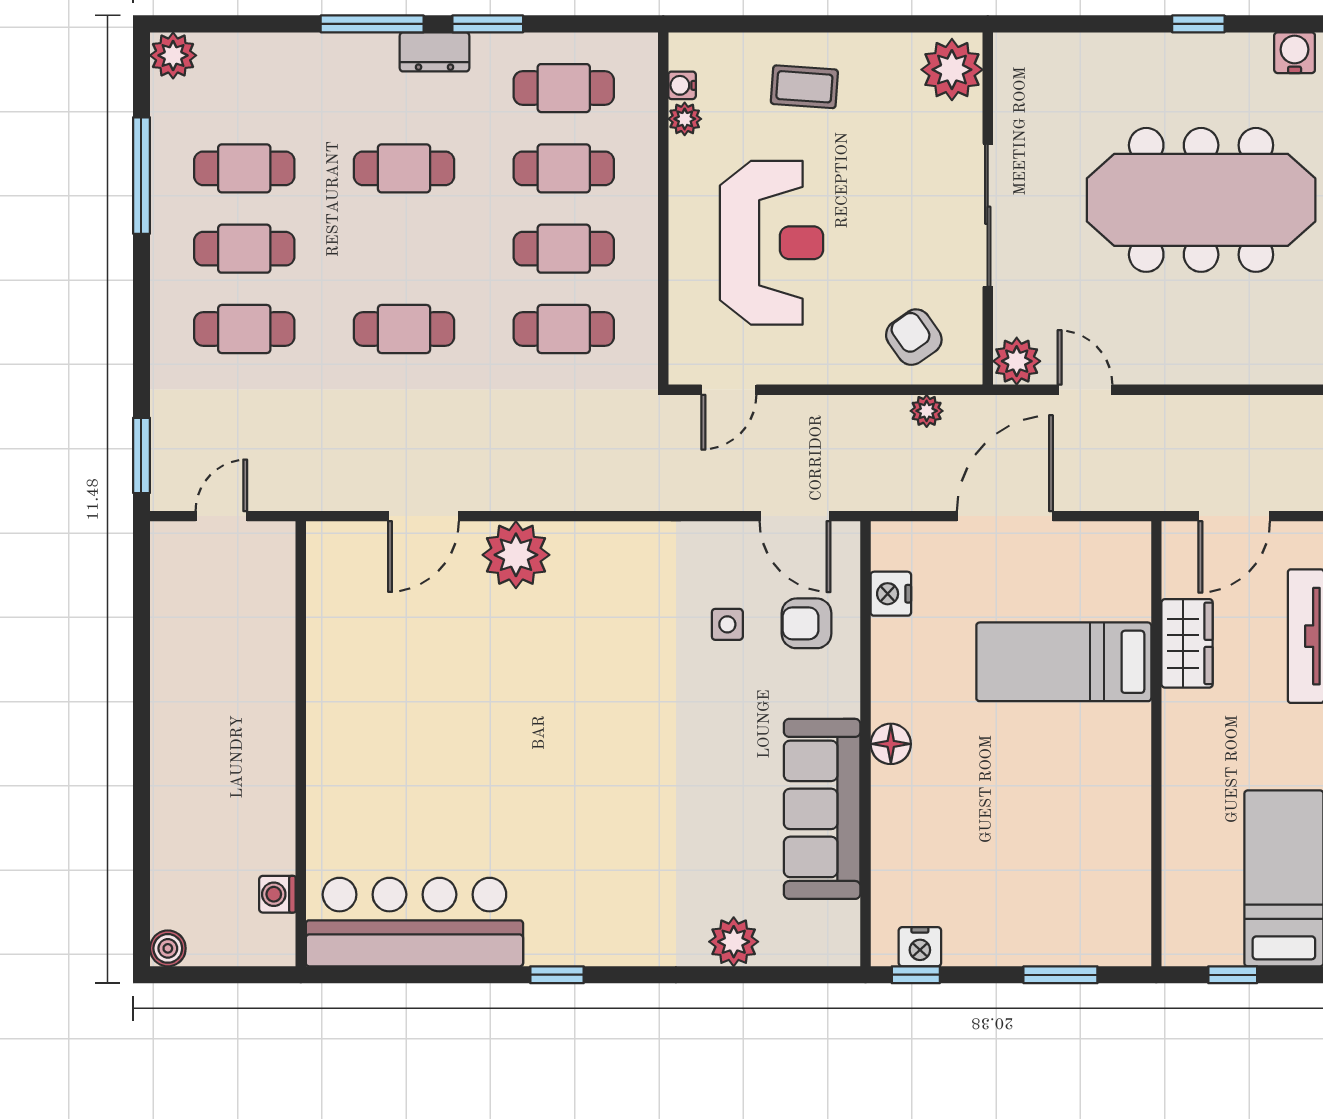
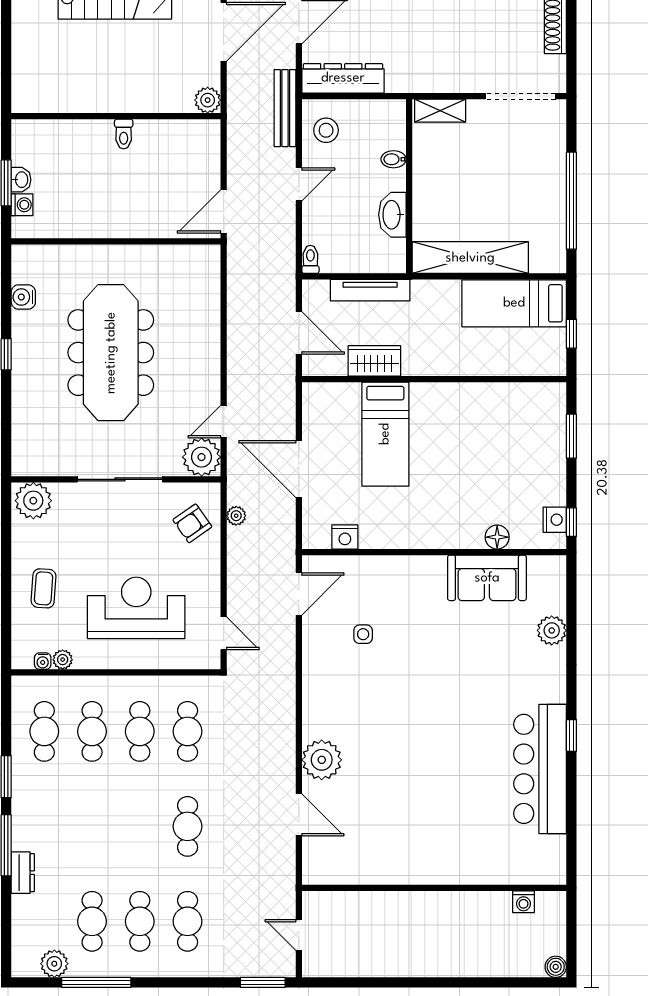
dresser: (435, 52) -> (23, 873), moved
plant: (173, 55) -> (54, 964), moved
cafe table: (404, 168) -> (92, 826), removed
plant: (1017, 361) -> (202, 457), width x1.36, depth x1.36
armchair: (807, 623) -> (362, 587), removed
floor lamp: (891, 744) -> (497, 537), moved
sofa: (822, 809) -> (487, 578), width x0.73
bar counter: (414, 922) -> (540, 769), moved

